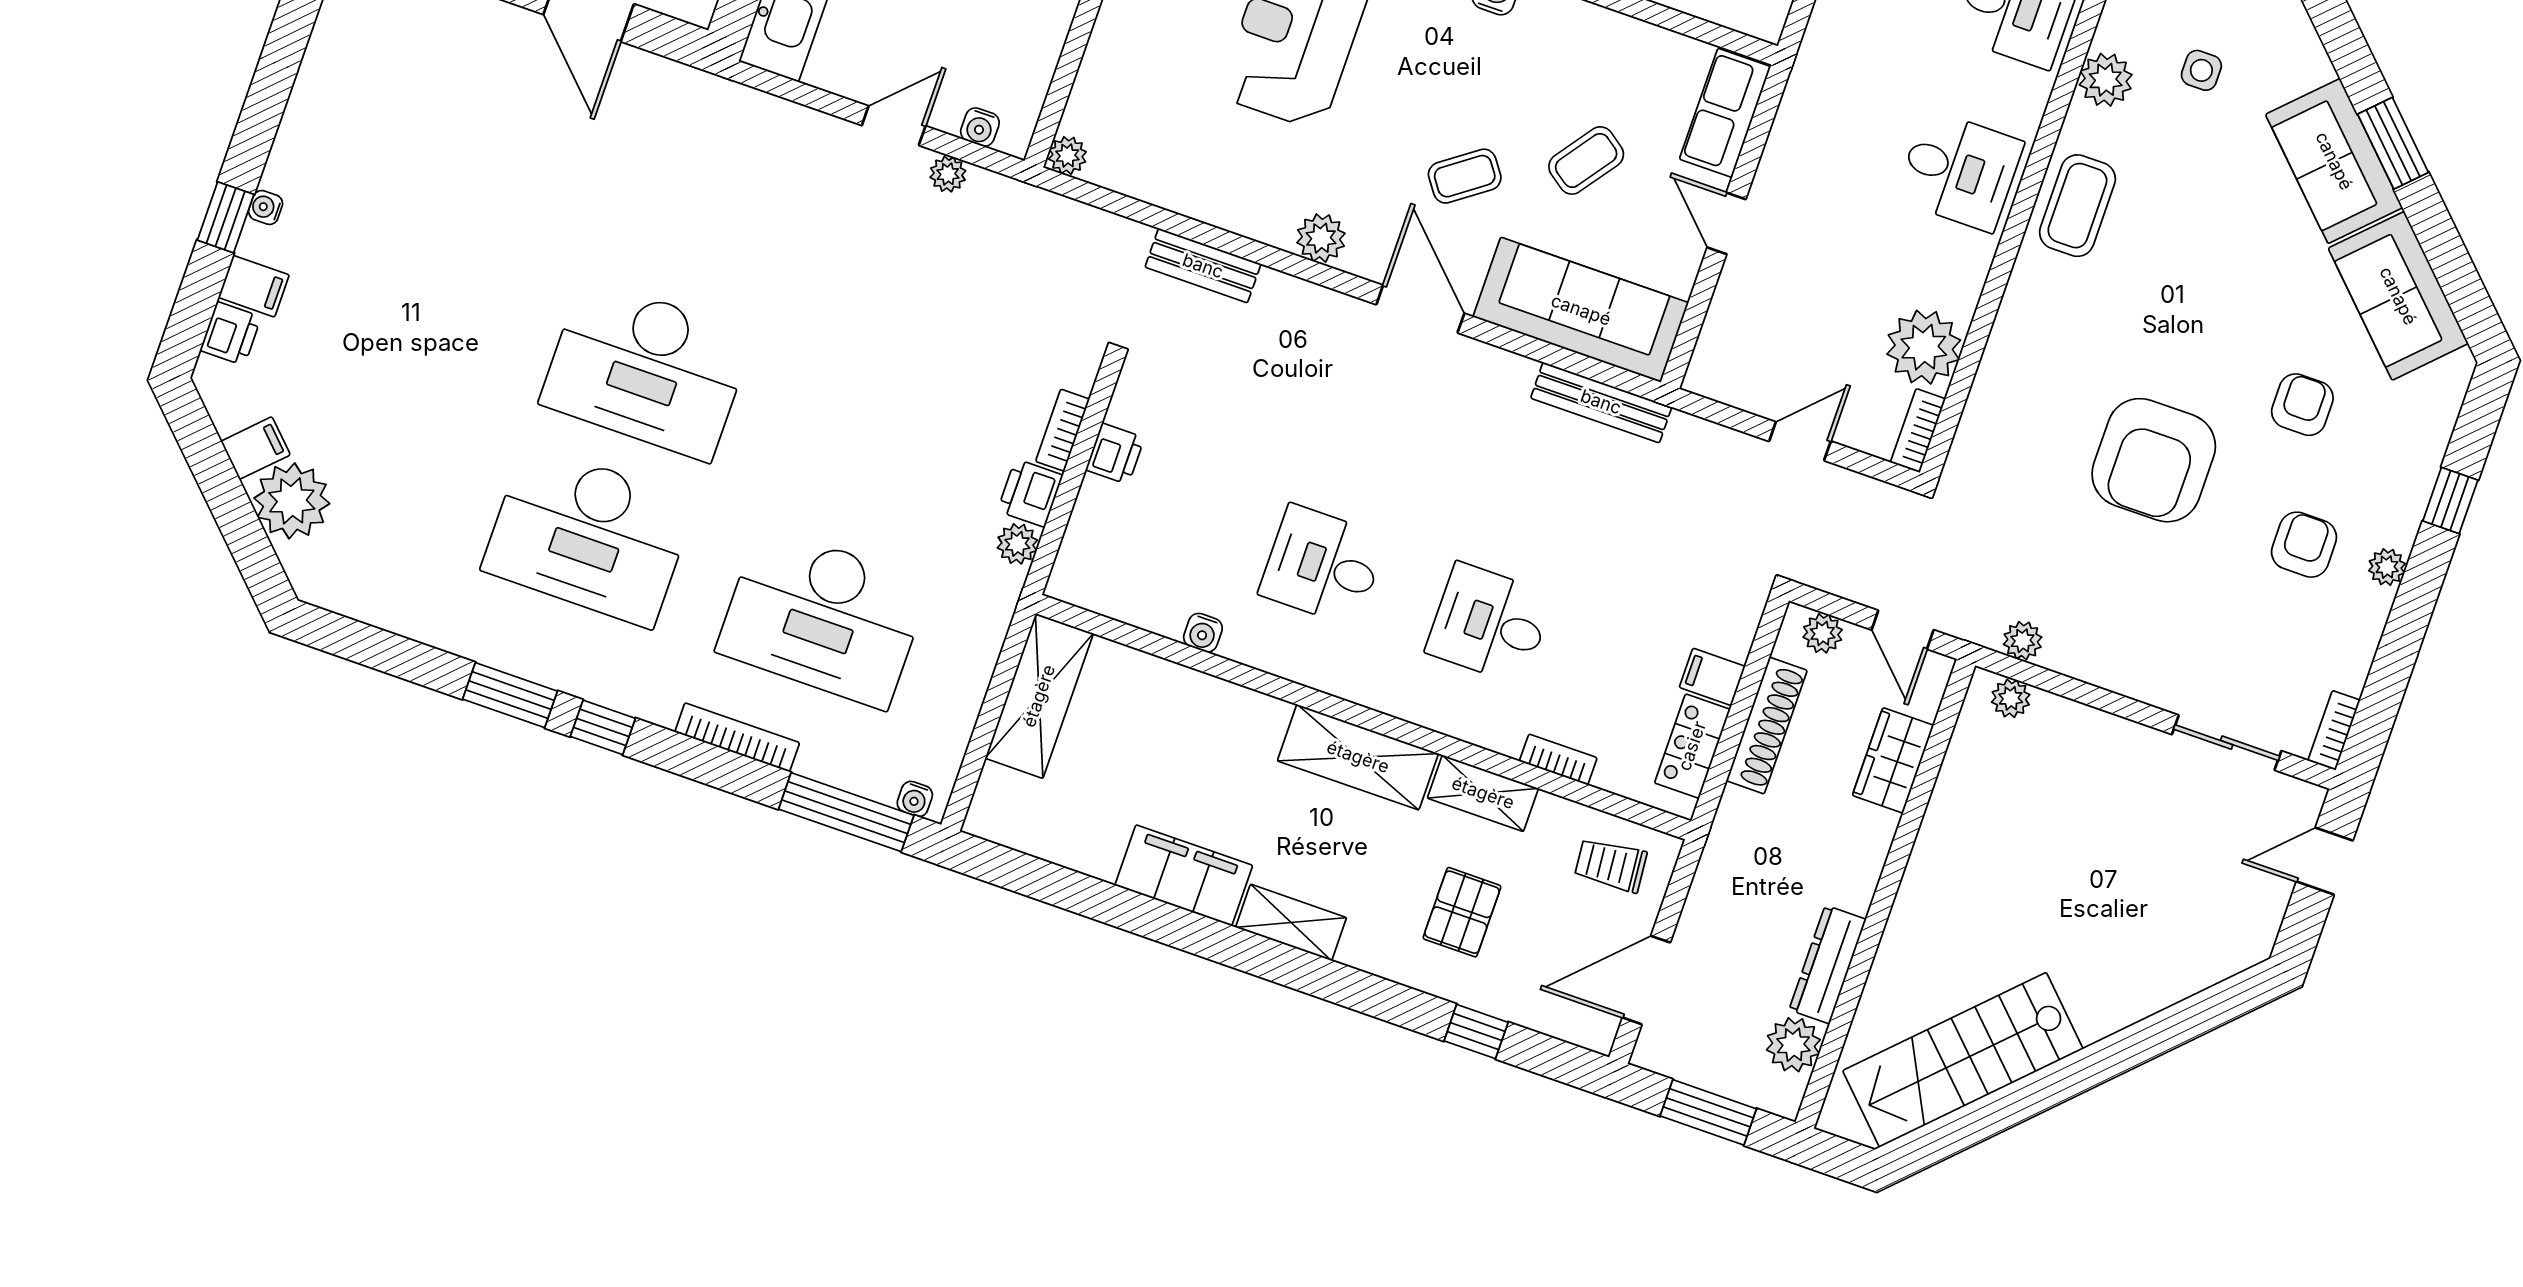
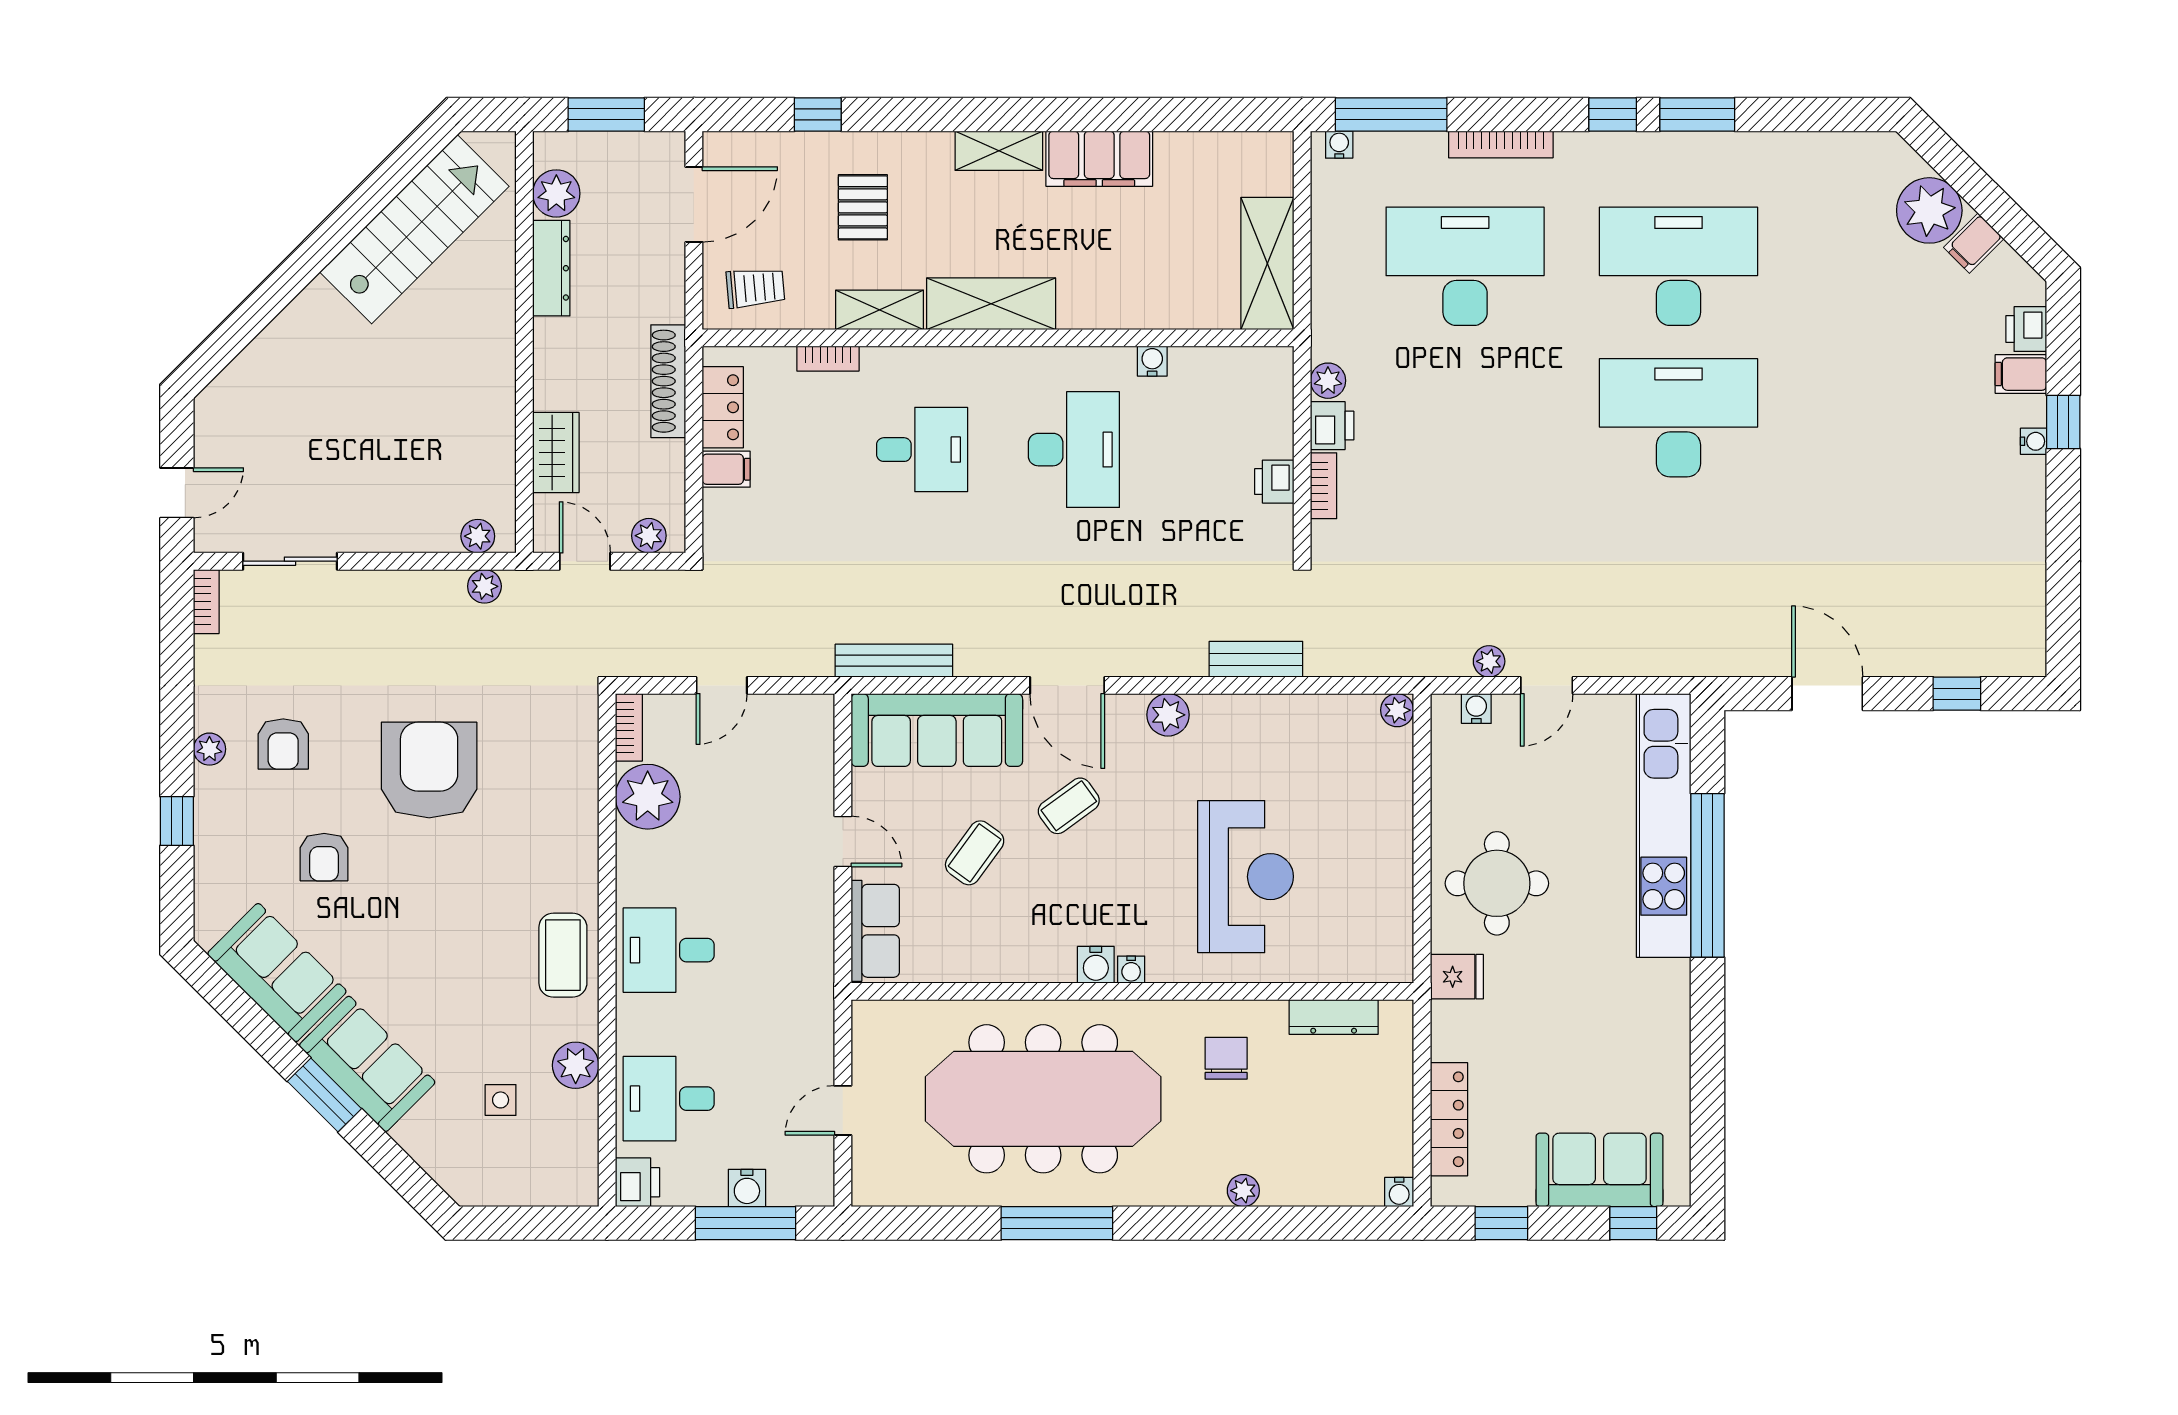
desk: (1323, 565) -> (1074, 450), width x1.37
shoe rack: (1767, 726) -> (668, 381), moved

